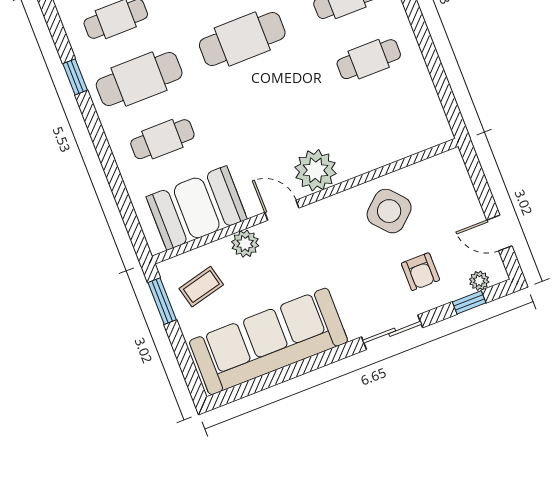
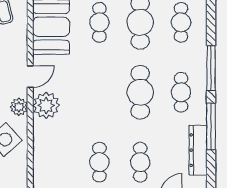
plant: (245, 244) -> (19, 107), moved

